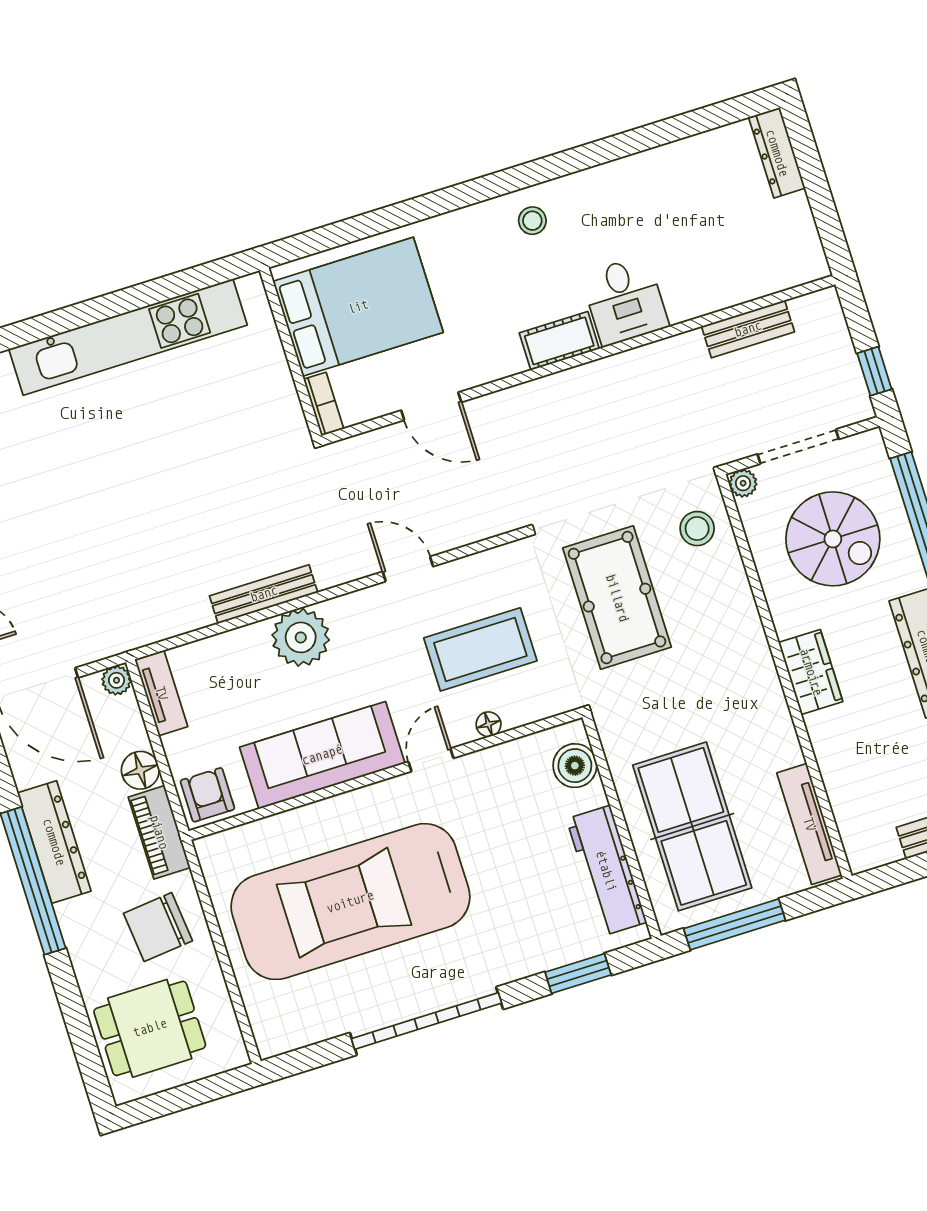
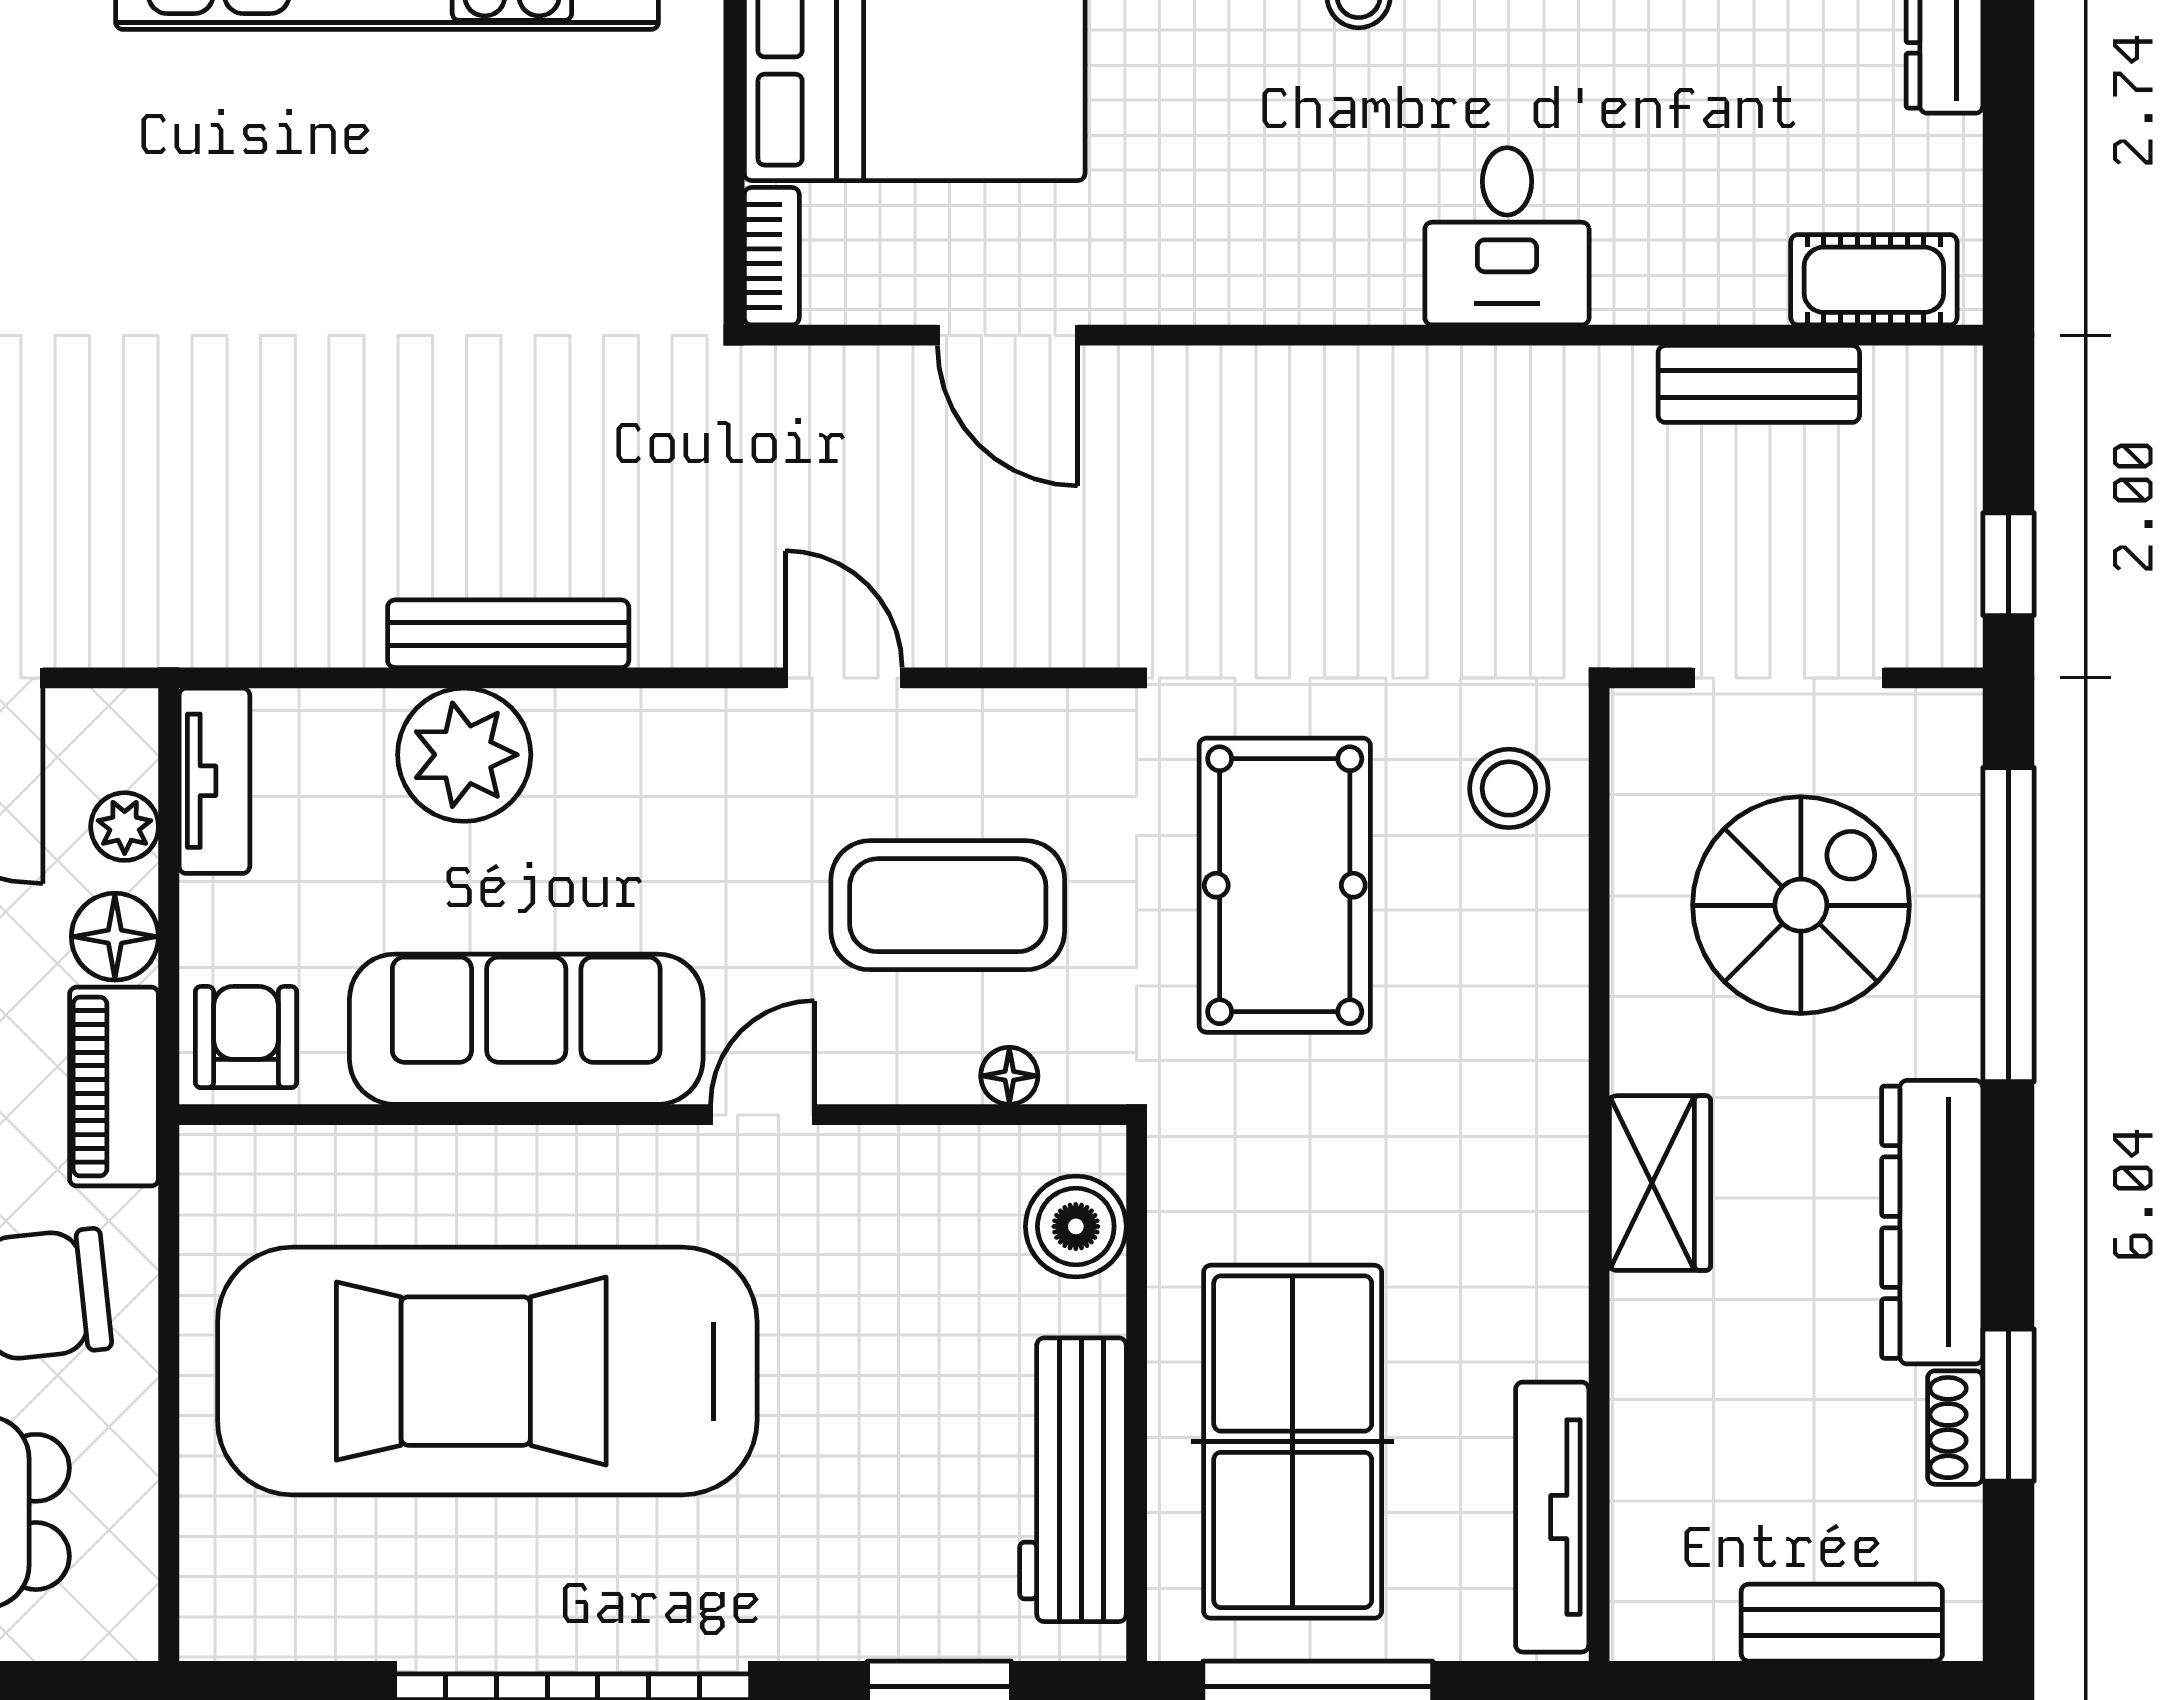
cot: (559, 341) -> (1874, 280), moved
plant: (743, 483) -> (1642, 720), removed
spiral stairs: (833, 539) -> (1801, 905), turned -90
plant: (301, 637) -> (464, 755), moved
plant: (116, 680) -> (125, 827), moved
floor lamp: (489, 724) -> (1009, 1076), moved

